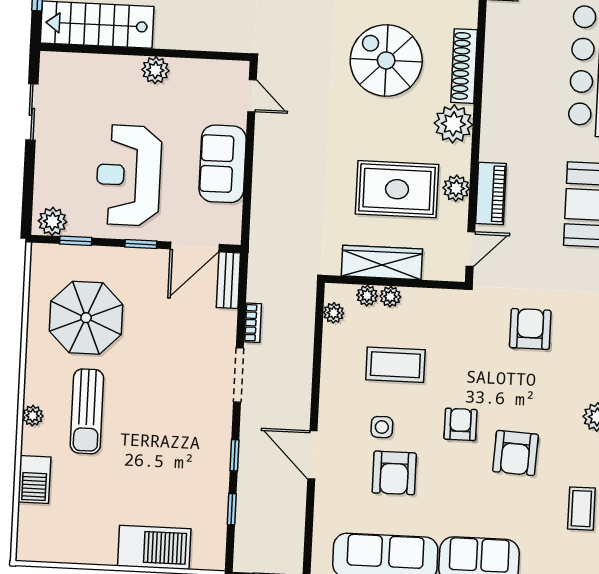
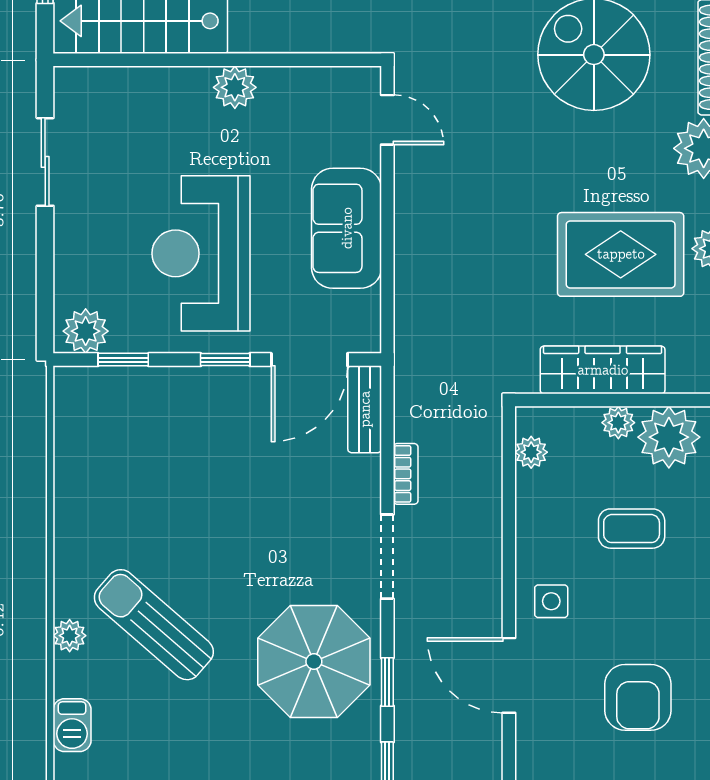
plant: (367, 296) -> (669, 437), moved, width x1.88, depth x1.88
parasol: (86, 318) -> (314, 662), moved
coffee table: (395, 365) -> (632, 529), width x0.73, depth x0.77
sun lounger: (87, 411) -> (154, 625), turned 131
side table: (382, 427) -> (551, 601), moved
barbecue: (34, 480) -> (72, 725), width x0.73, depth x0.79

